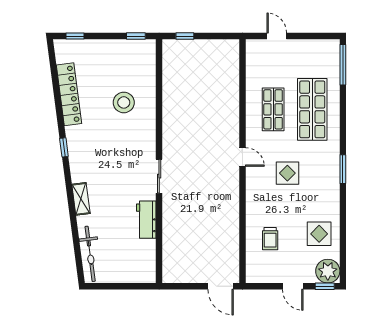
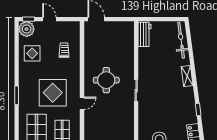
door: (242, 157) -> (82, 103), swing flipped
display table: (287, 173) -> (53, 93), width x1.86, depth x1.86
round table: (205, 193) -> (106, 80), added
workbench: (146, 220) -> (145, 34), moved

